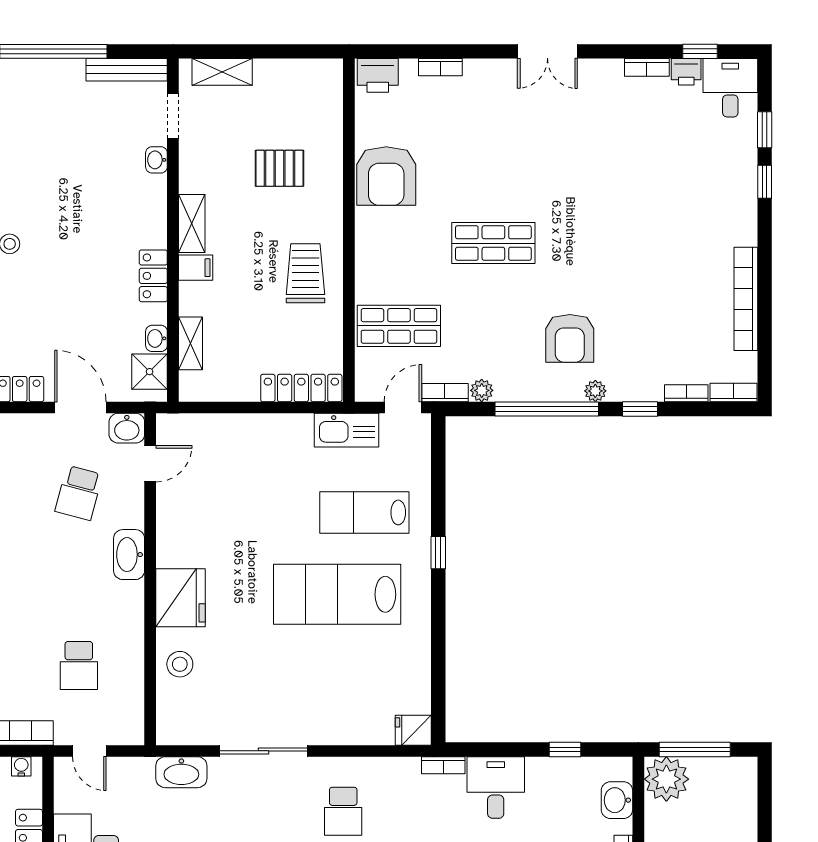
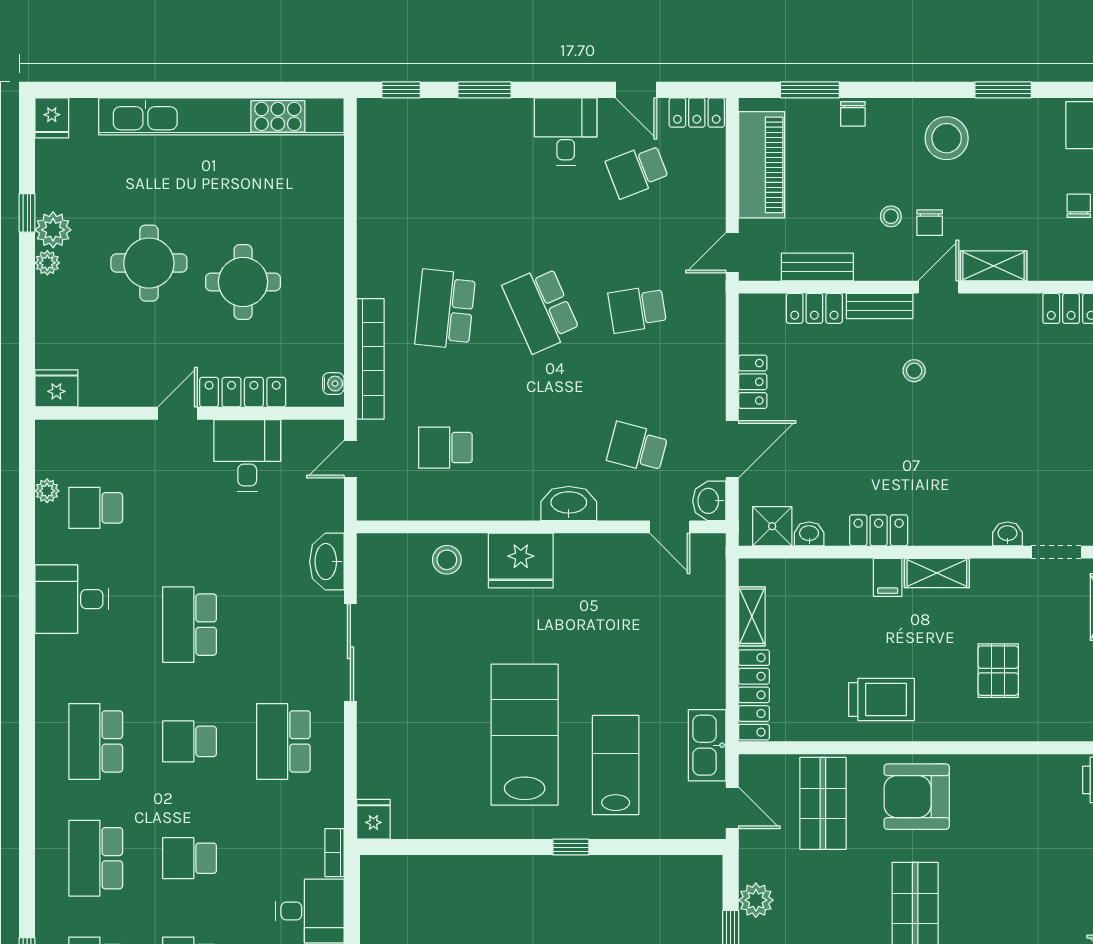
armchair: (386, 176) -> (917, 797), moved
shelving: (190, 343) -> (752, 616), moved, turned 90
plant: (482, 390) -> (756, 900), width x1.38, depth x1.38
bookcase: (445, 393) -> (749, 855), removed
school desk: (343, 811) -> (283, 741), width x1.85

